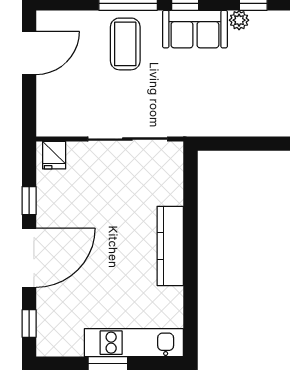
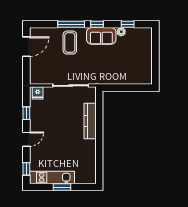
kitchen counter: (170, 246) -> (90, 121), moved
door: (29, 258) -> (26, 139), width x0.53
kitchen unit: (134, 343) -> (52, 178), moved

